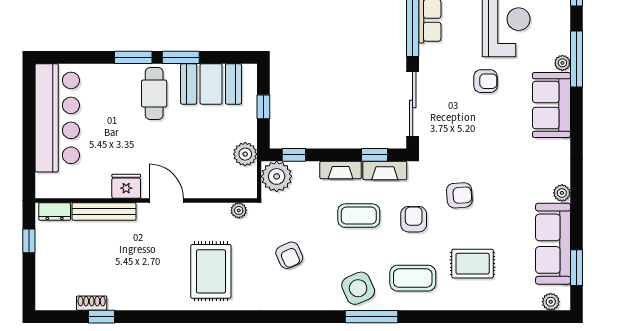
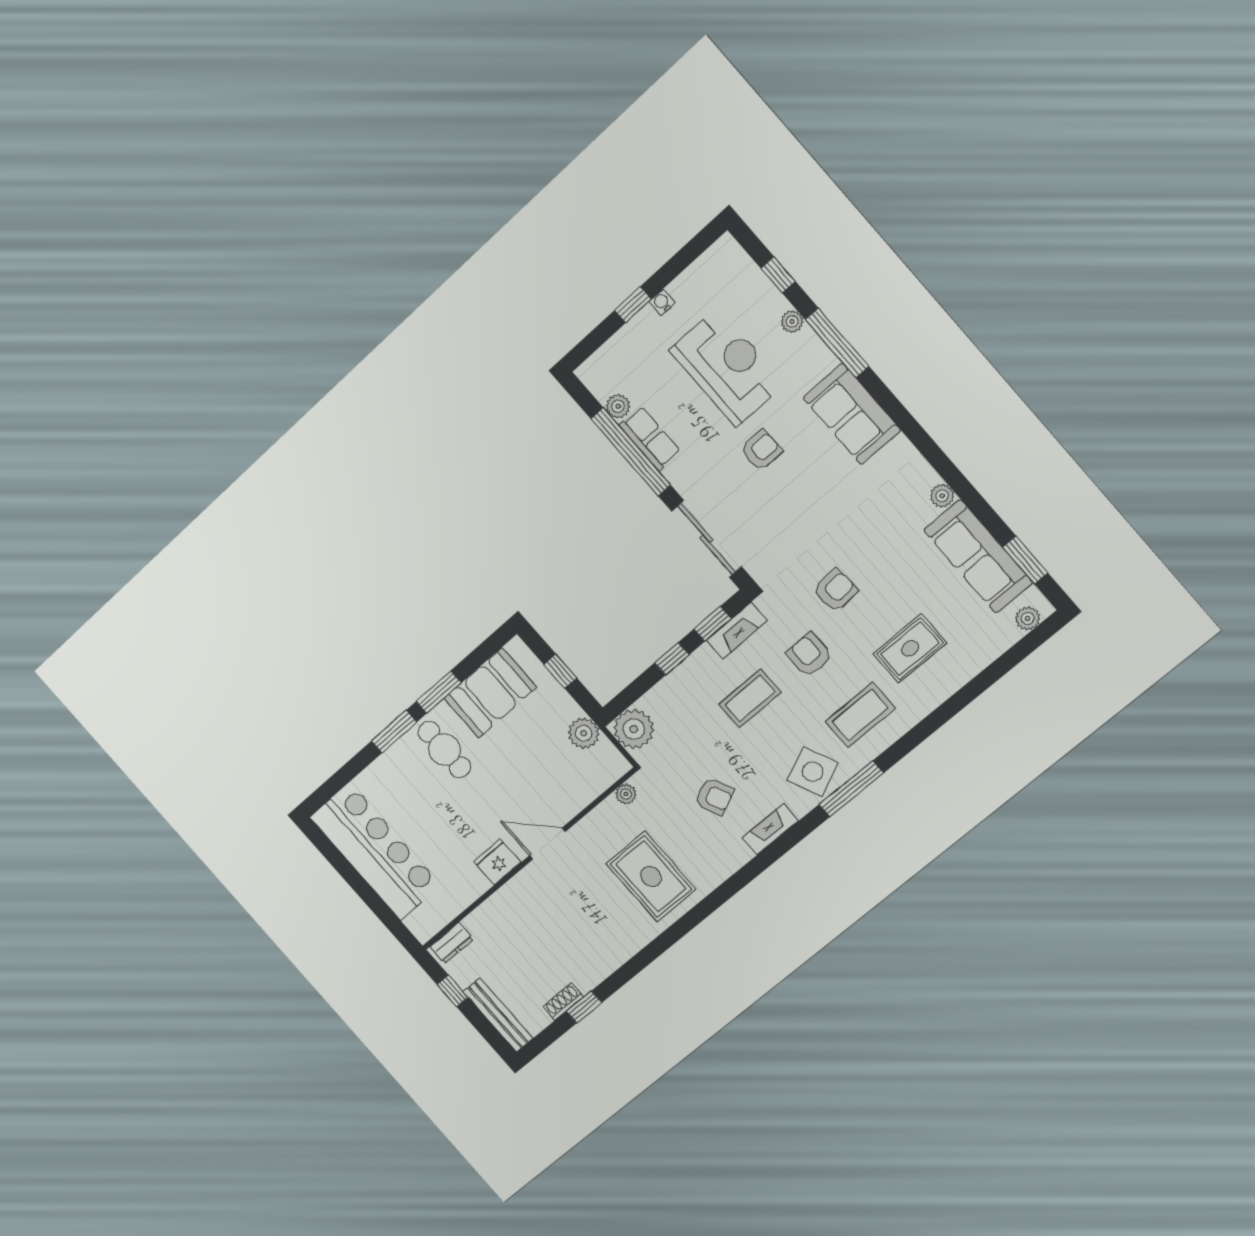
plant: (562, 63) -> (792, 322), moved
window: (294, 155) -> (672, 659), moved
fireplace: (341, 170) -> (770, 829), moved, turned 180
bench: (104, 212) -> (498, 1015), moved, turned 90

